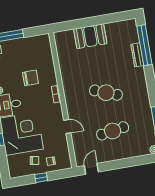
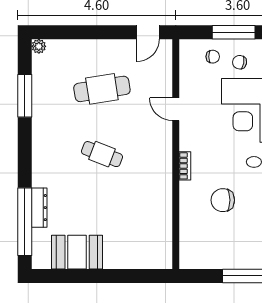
booth: (90, 36) -> (77, 252), moved
cafe table: (106, 93) -> (102, 154), width x0.73, depth x0.74
window: (41, 178) -> (234, 32), width x2.17

